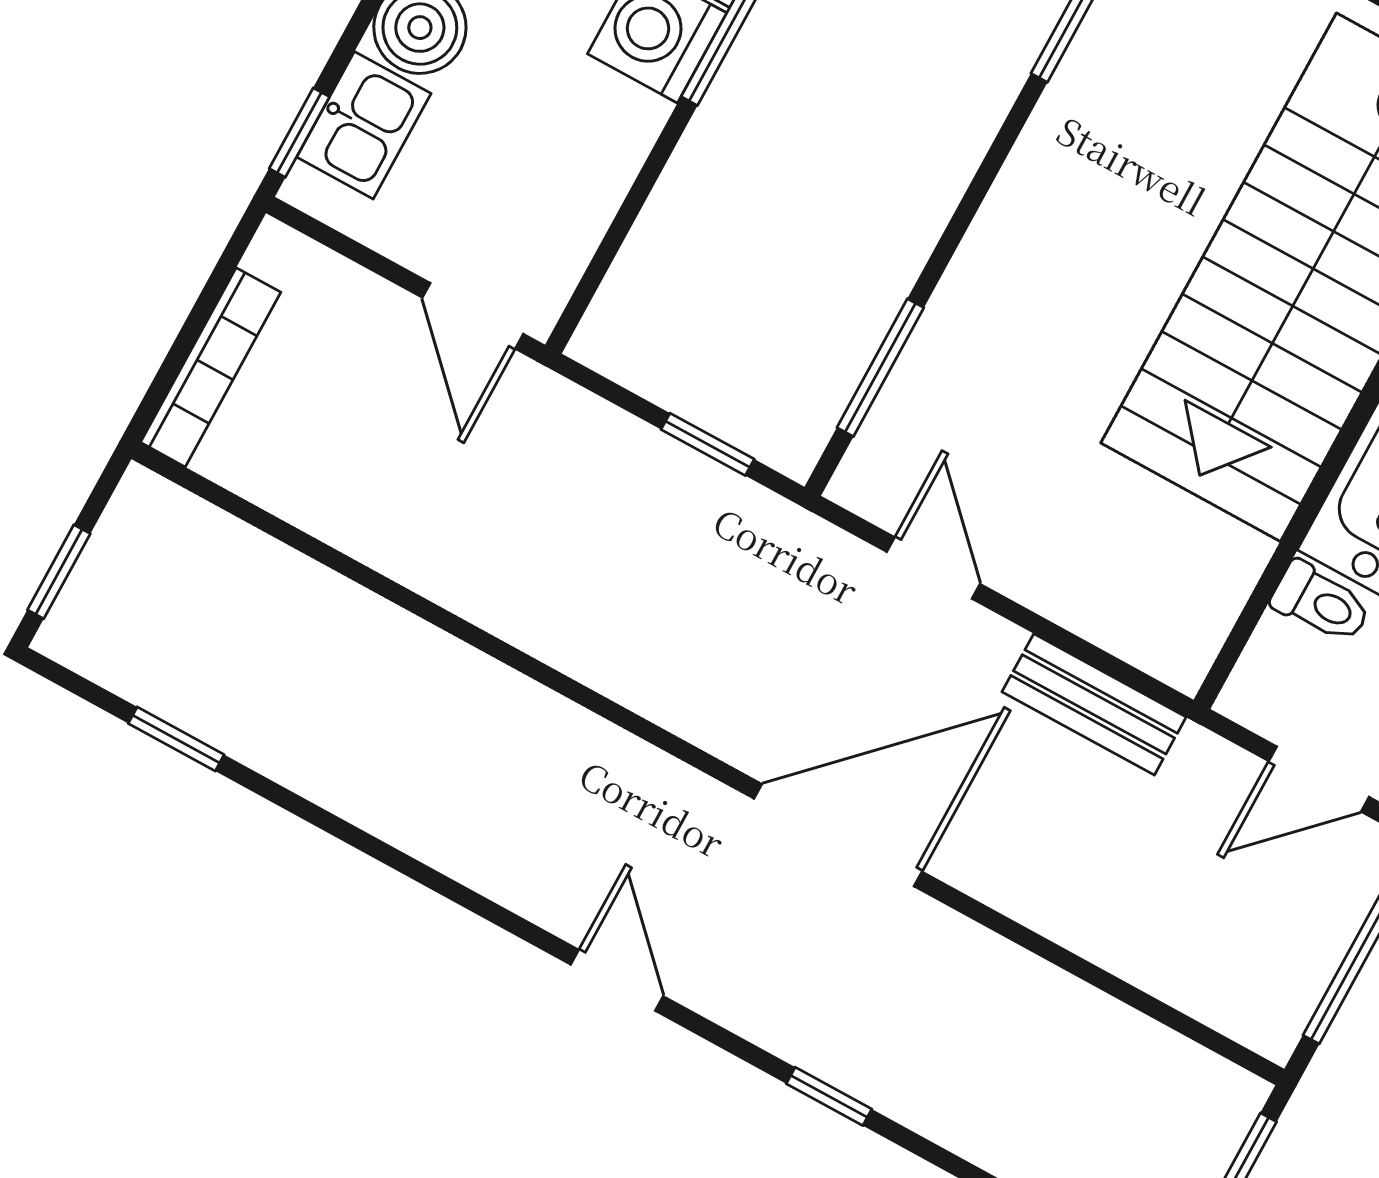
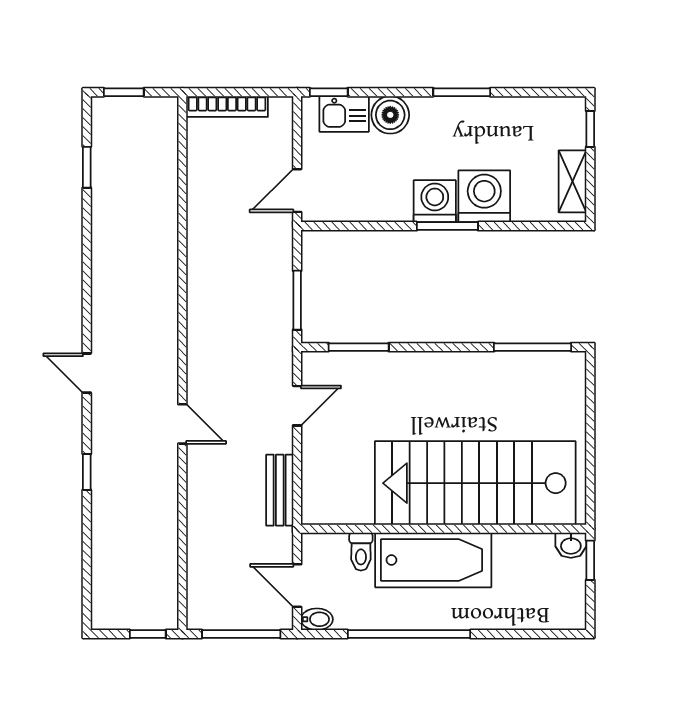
window: (708, 444) -> (297, 300), width x1.50
door: (838, 835) -> (182, 424), width x0.53
door: (617, 980) -> (87, 373), swing flipped

